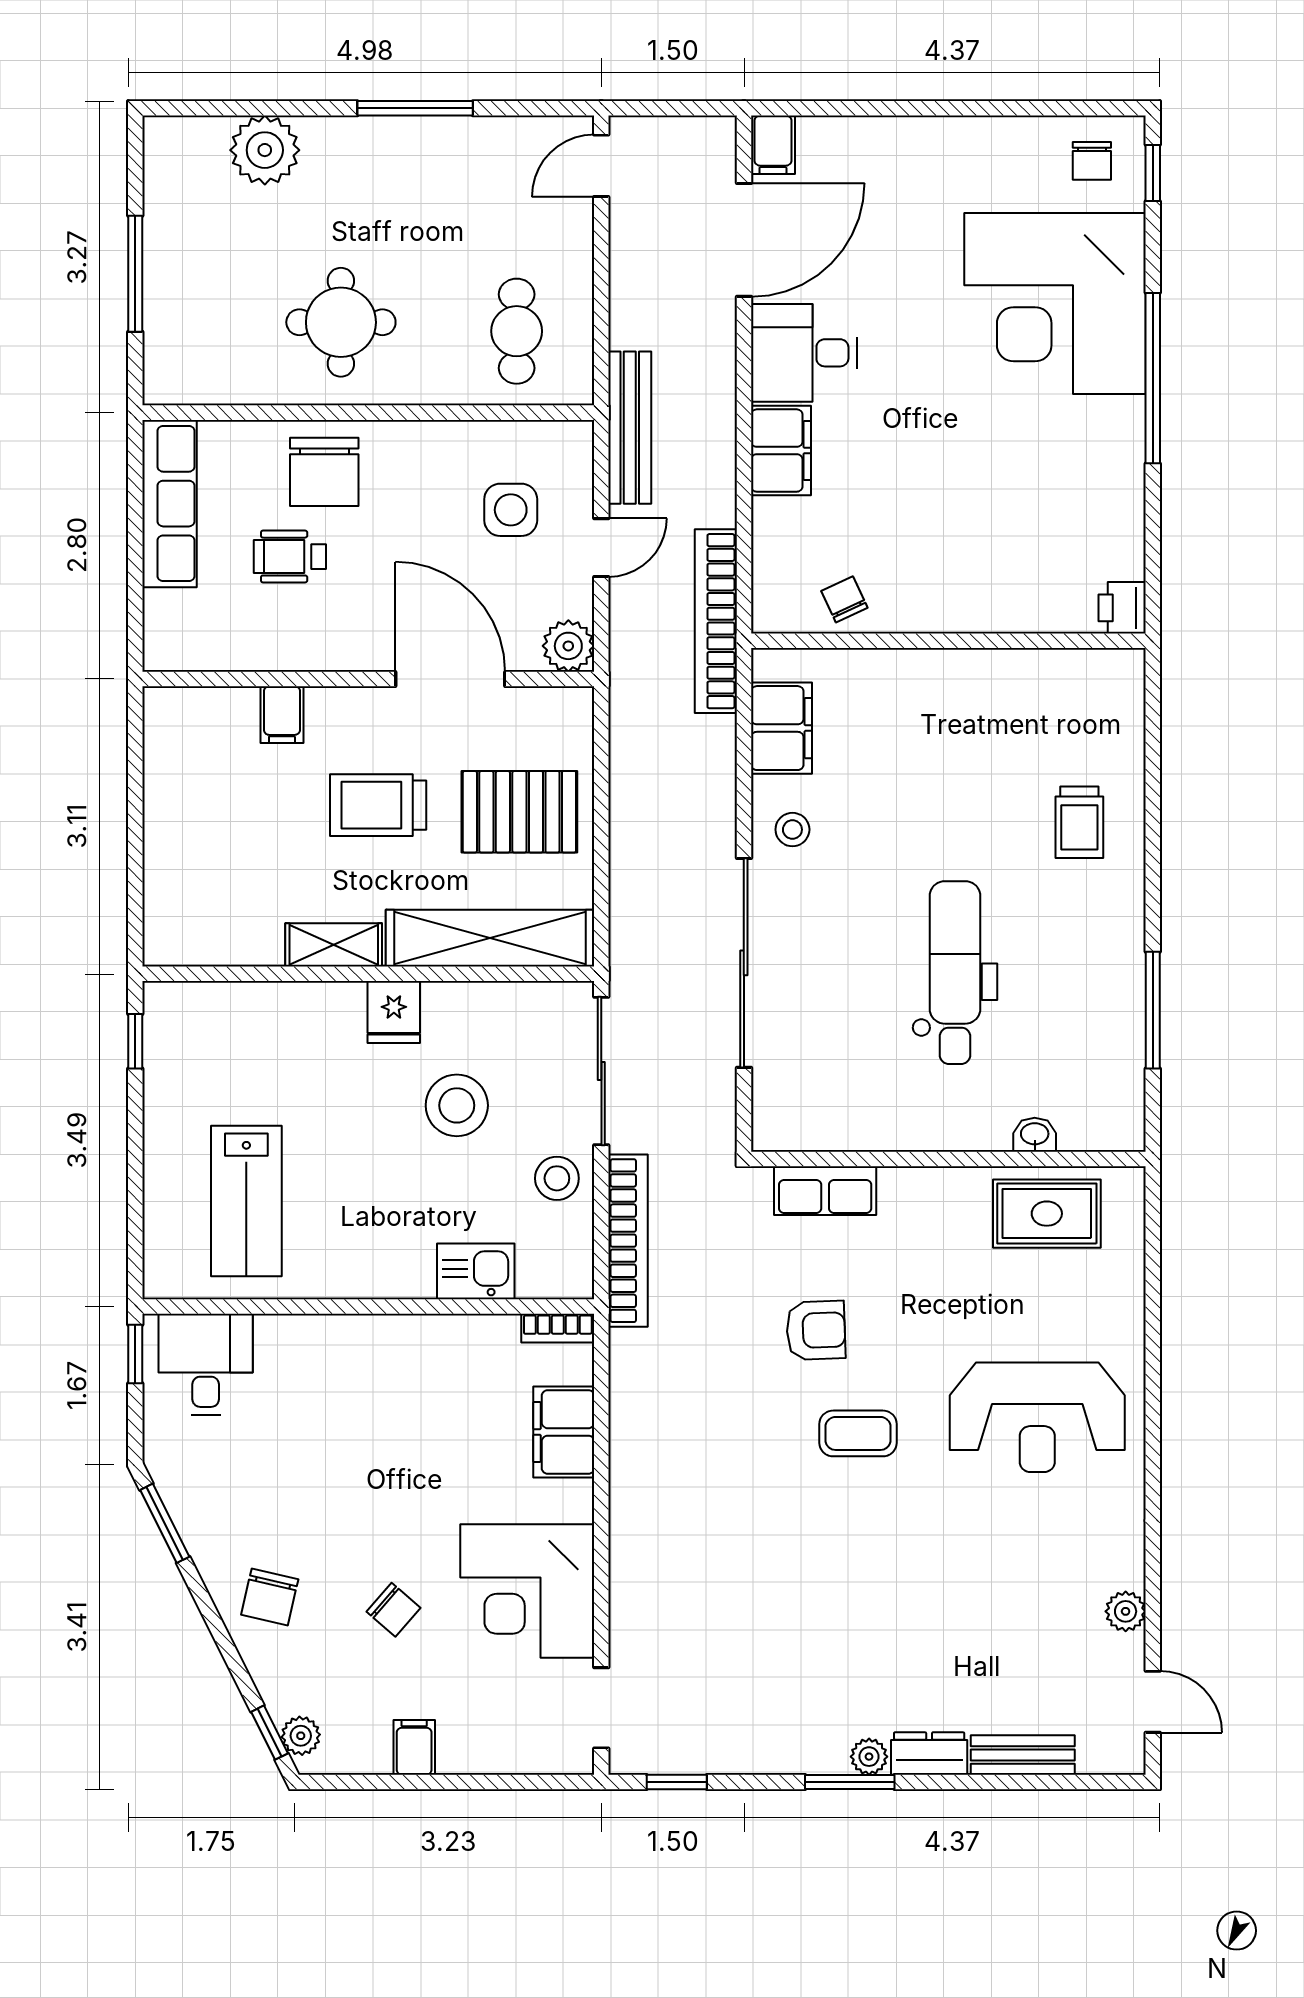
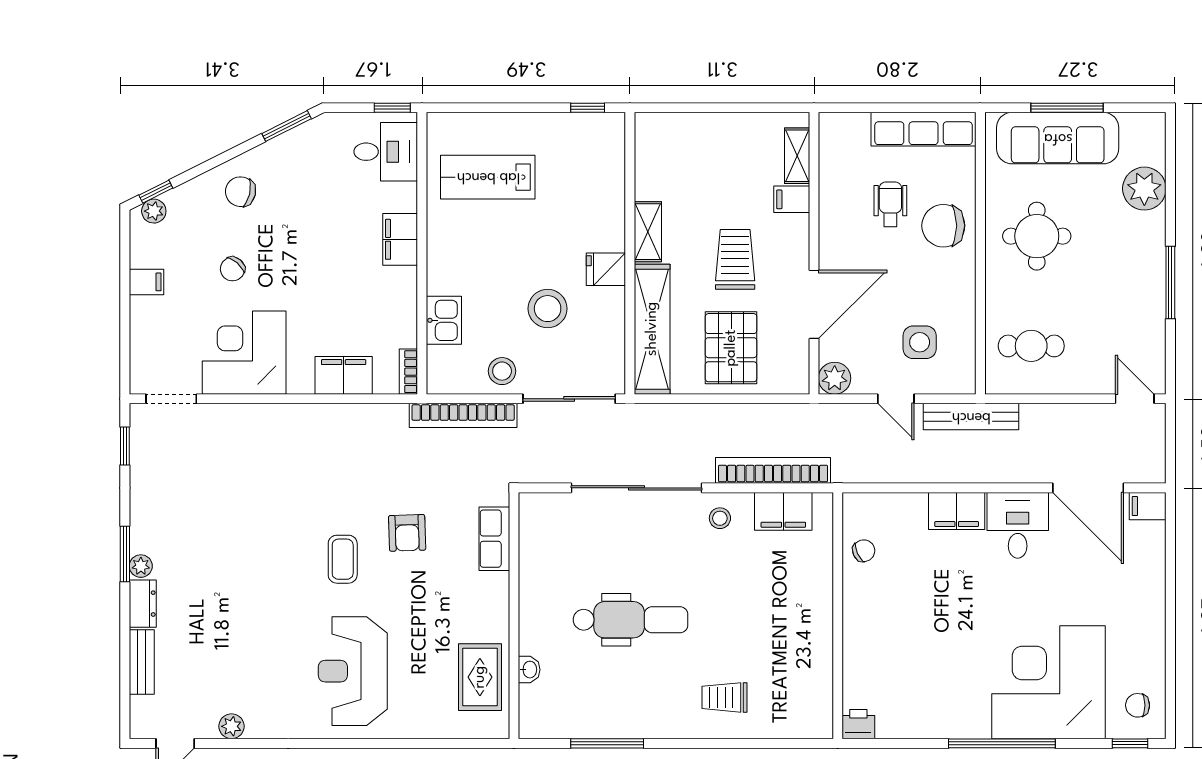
sofa: (184, 289) -> (1058, 138), added
bookcase: (716, 621) -> (773, 470), moved
shelving: (212, 706) -> (797, 156), added
filing cabinet: (346, 1341) -> (400, 239), added

